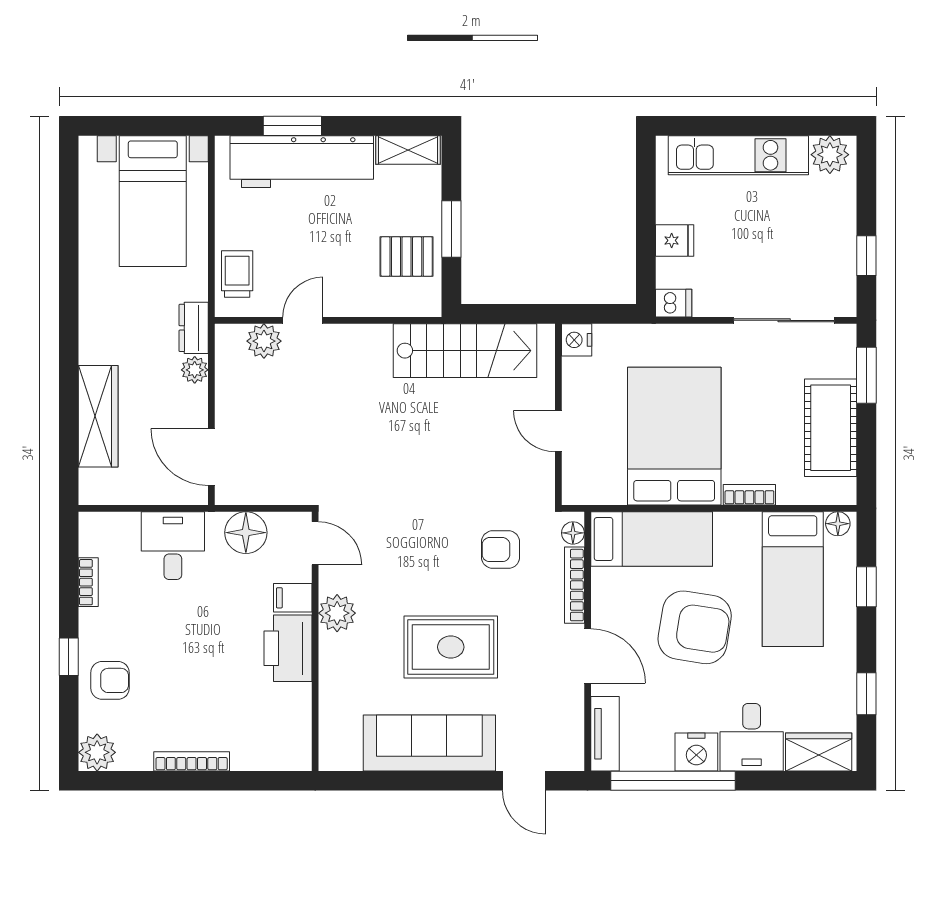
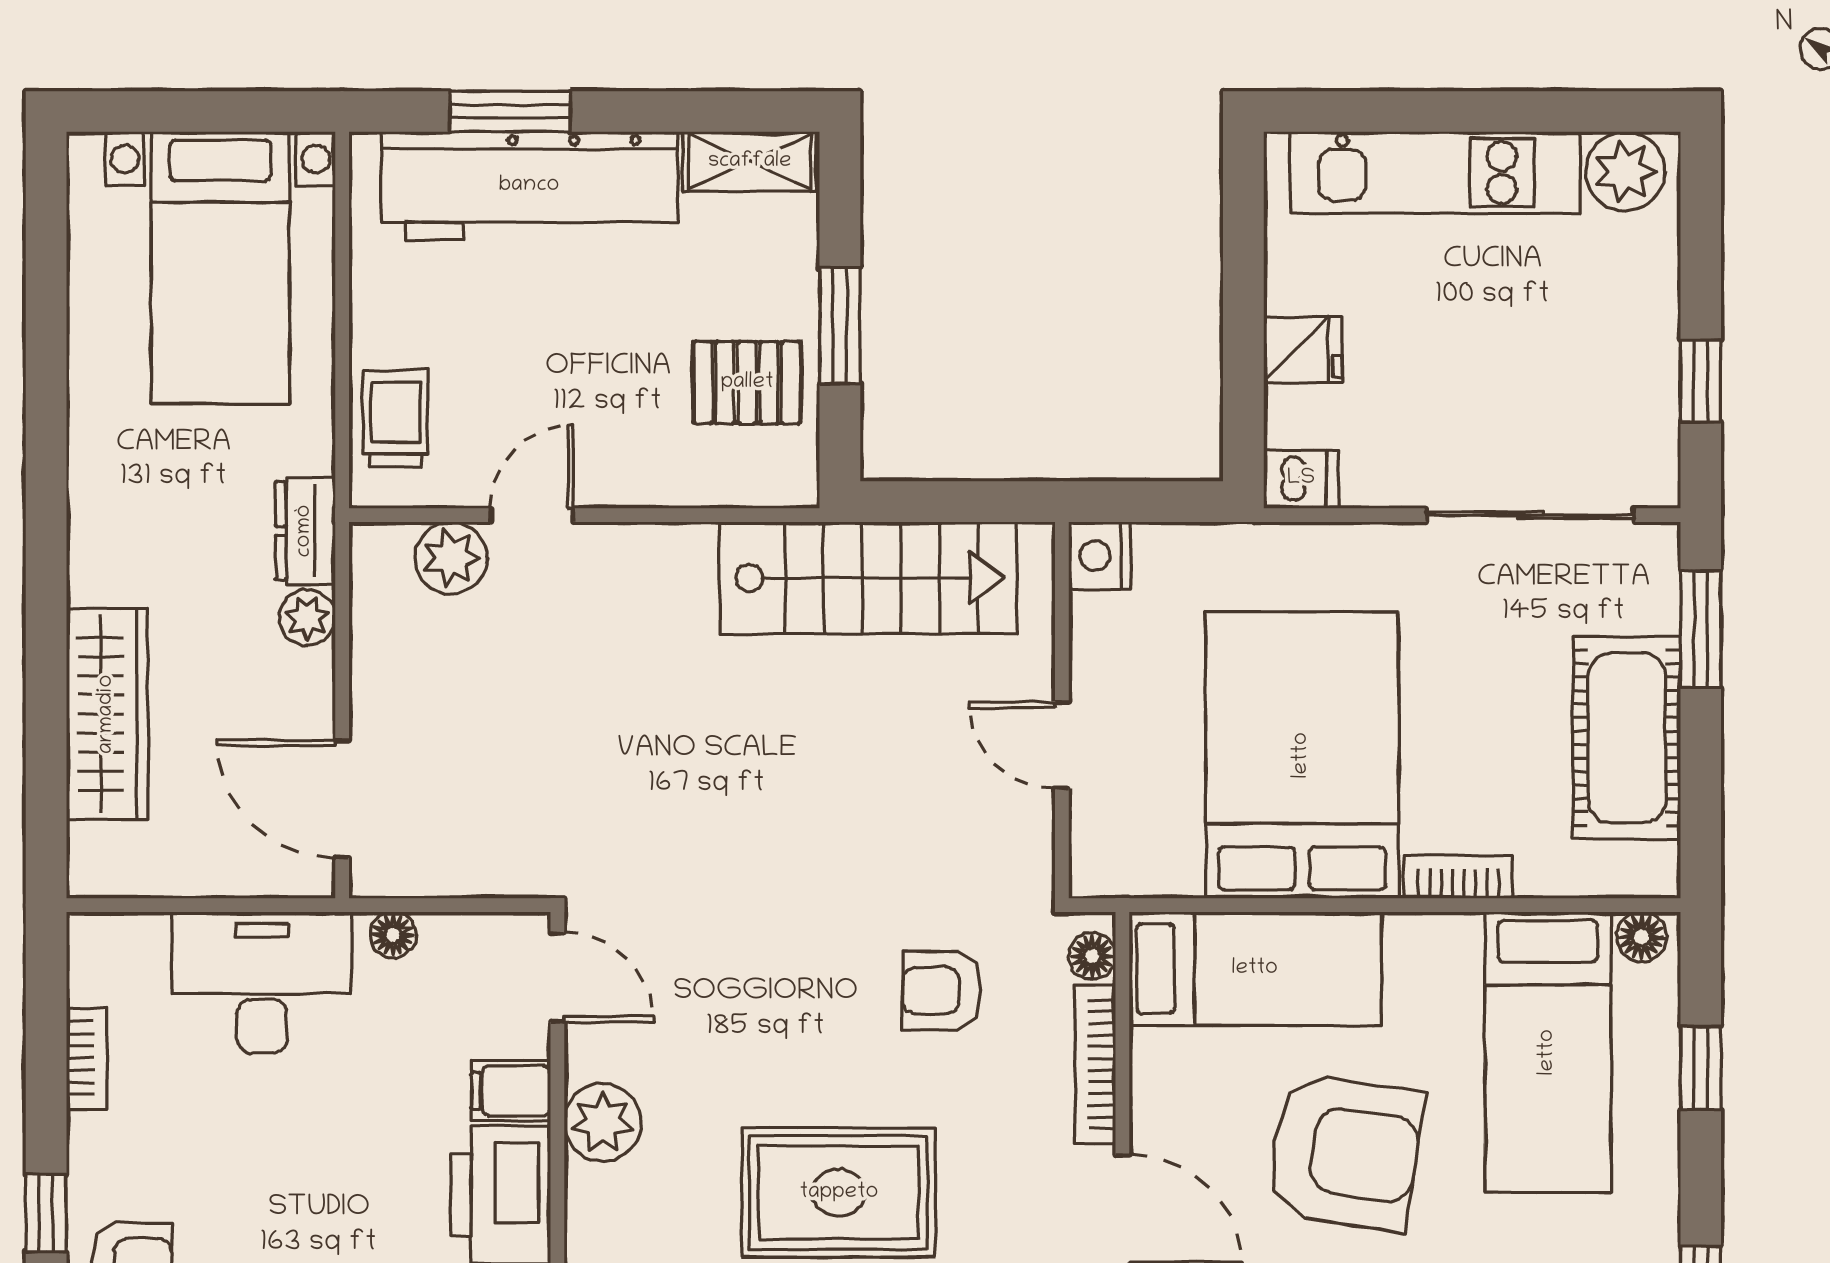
floor lamp: (246, 533) -> (393, 935), width x0.53, depth x0.53
desk: (173, 546) -> (262, 982), width x1.37

